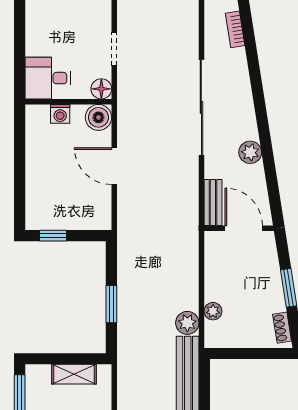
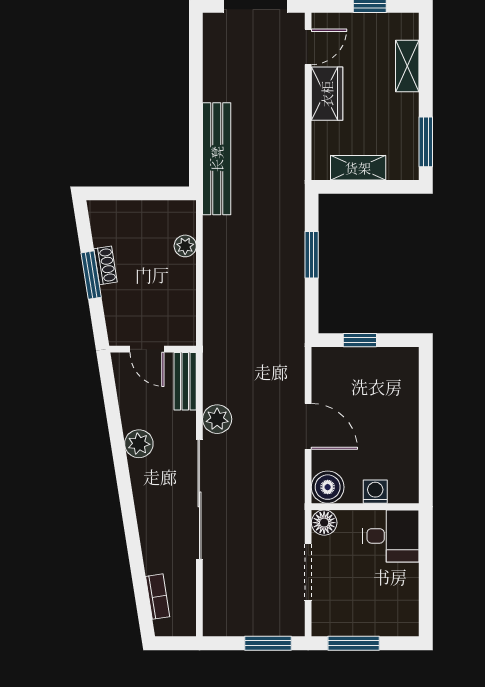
doorway: (114, 49) -> (308, 572), width x1.38
door: (244, 228) -> (147, 349), width x0.73
window: (53, 236) -> (360, 340), moved
plant: (187, 323) -> (217, 419), moved
shoe rack: (282, 328) -> (105, 265), moved

